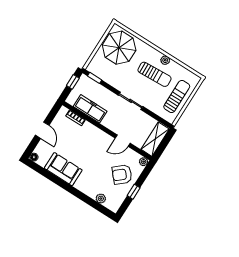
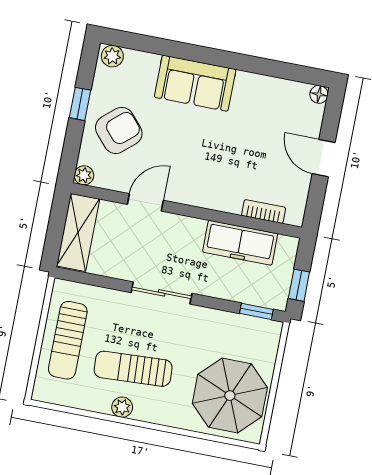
sofa: (63, 169) -> (195, 83), moved
plant: (101, 199) -> (112, 56), moved

